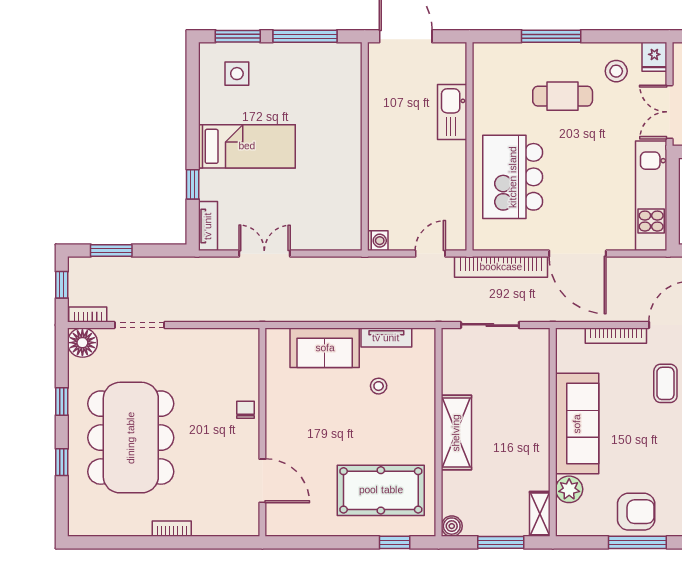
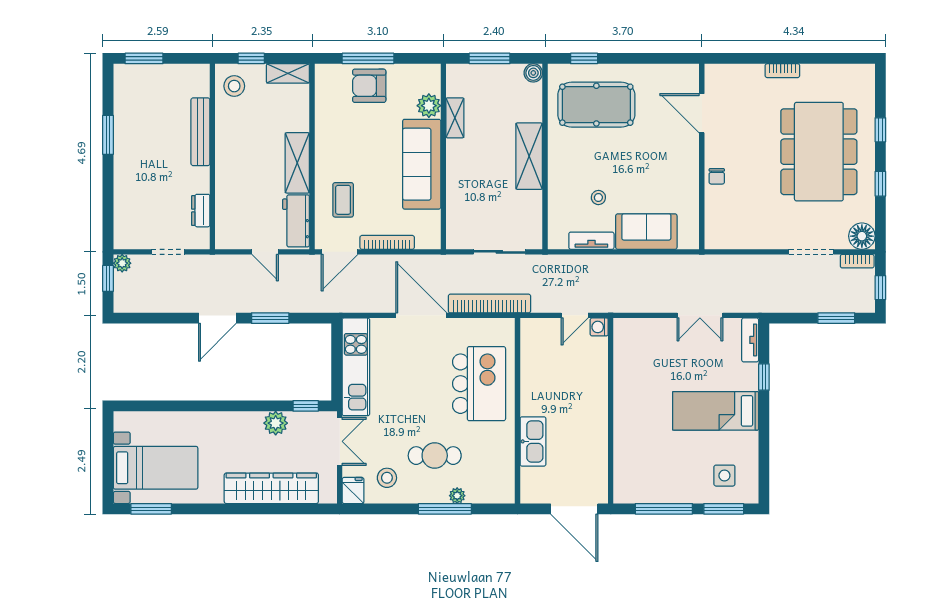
plant: (537, 51) -> (457, 496), added
door: (430, 254) -> (575, 315), moved
shelving: (540, 514) -> (455, 118), moved

